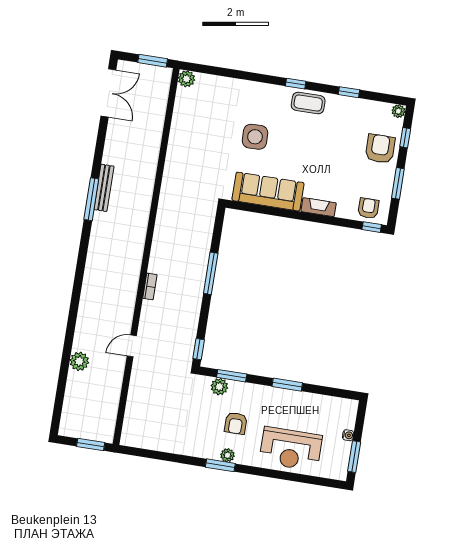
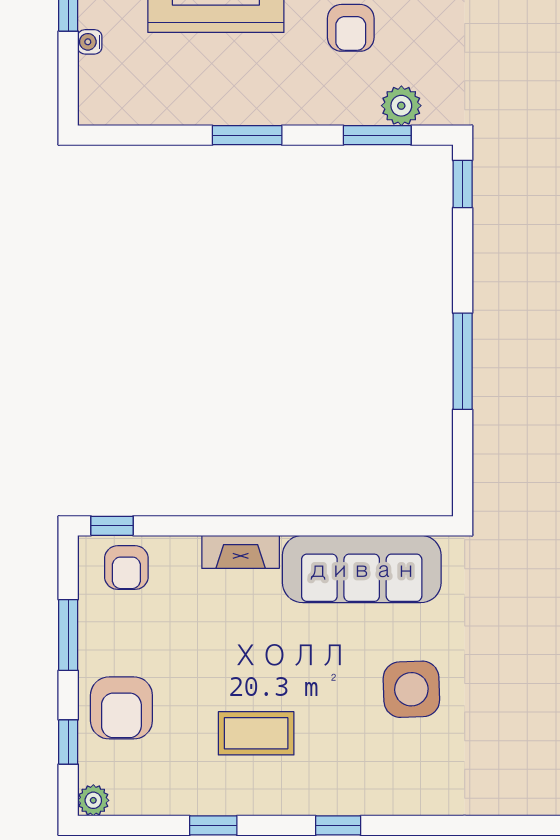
coffee table: (308, 103) -> (256, 733), moved
armchair: (236, 423) -> (351, 28), turned 180

